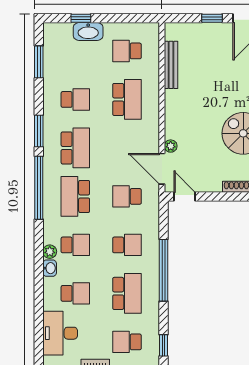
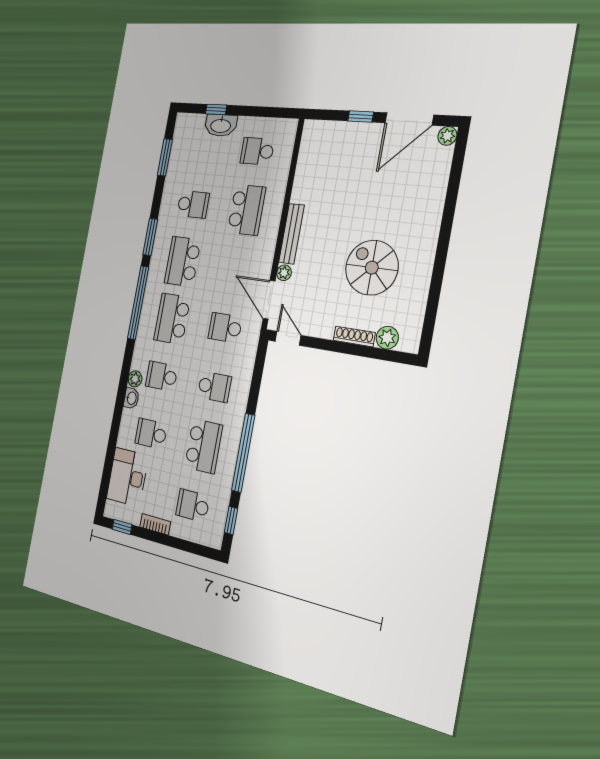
bench: (171, 65) -> (291, 234), moved
school desk: (75, 148) -> (183, 261), turned 180
school desk: (75, 245) -> (162, 376), turned 180
window: (164, 270) -> (243, 453), moved
school desk: (75, 293) -> (151, 434), turned 180

